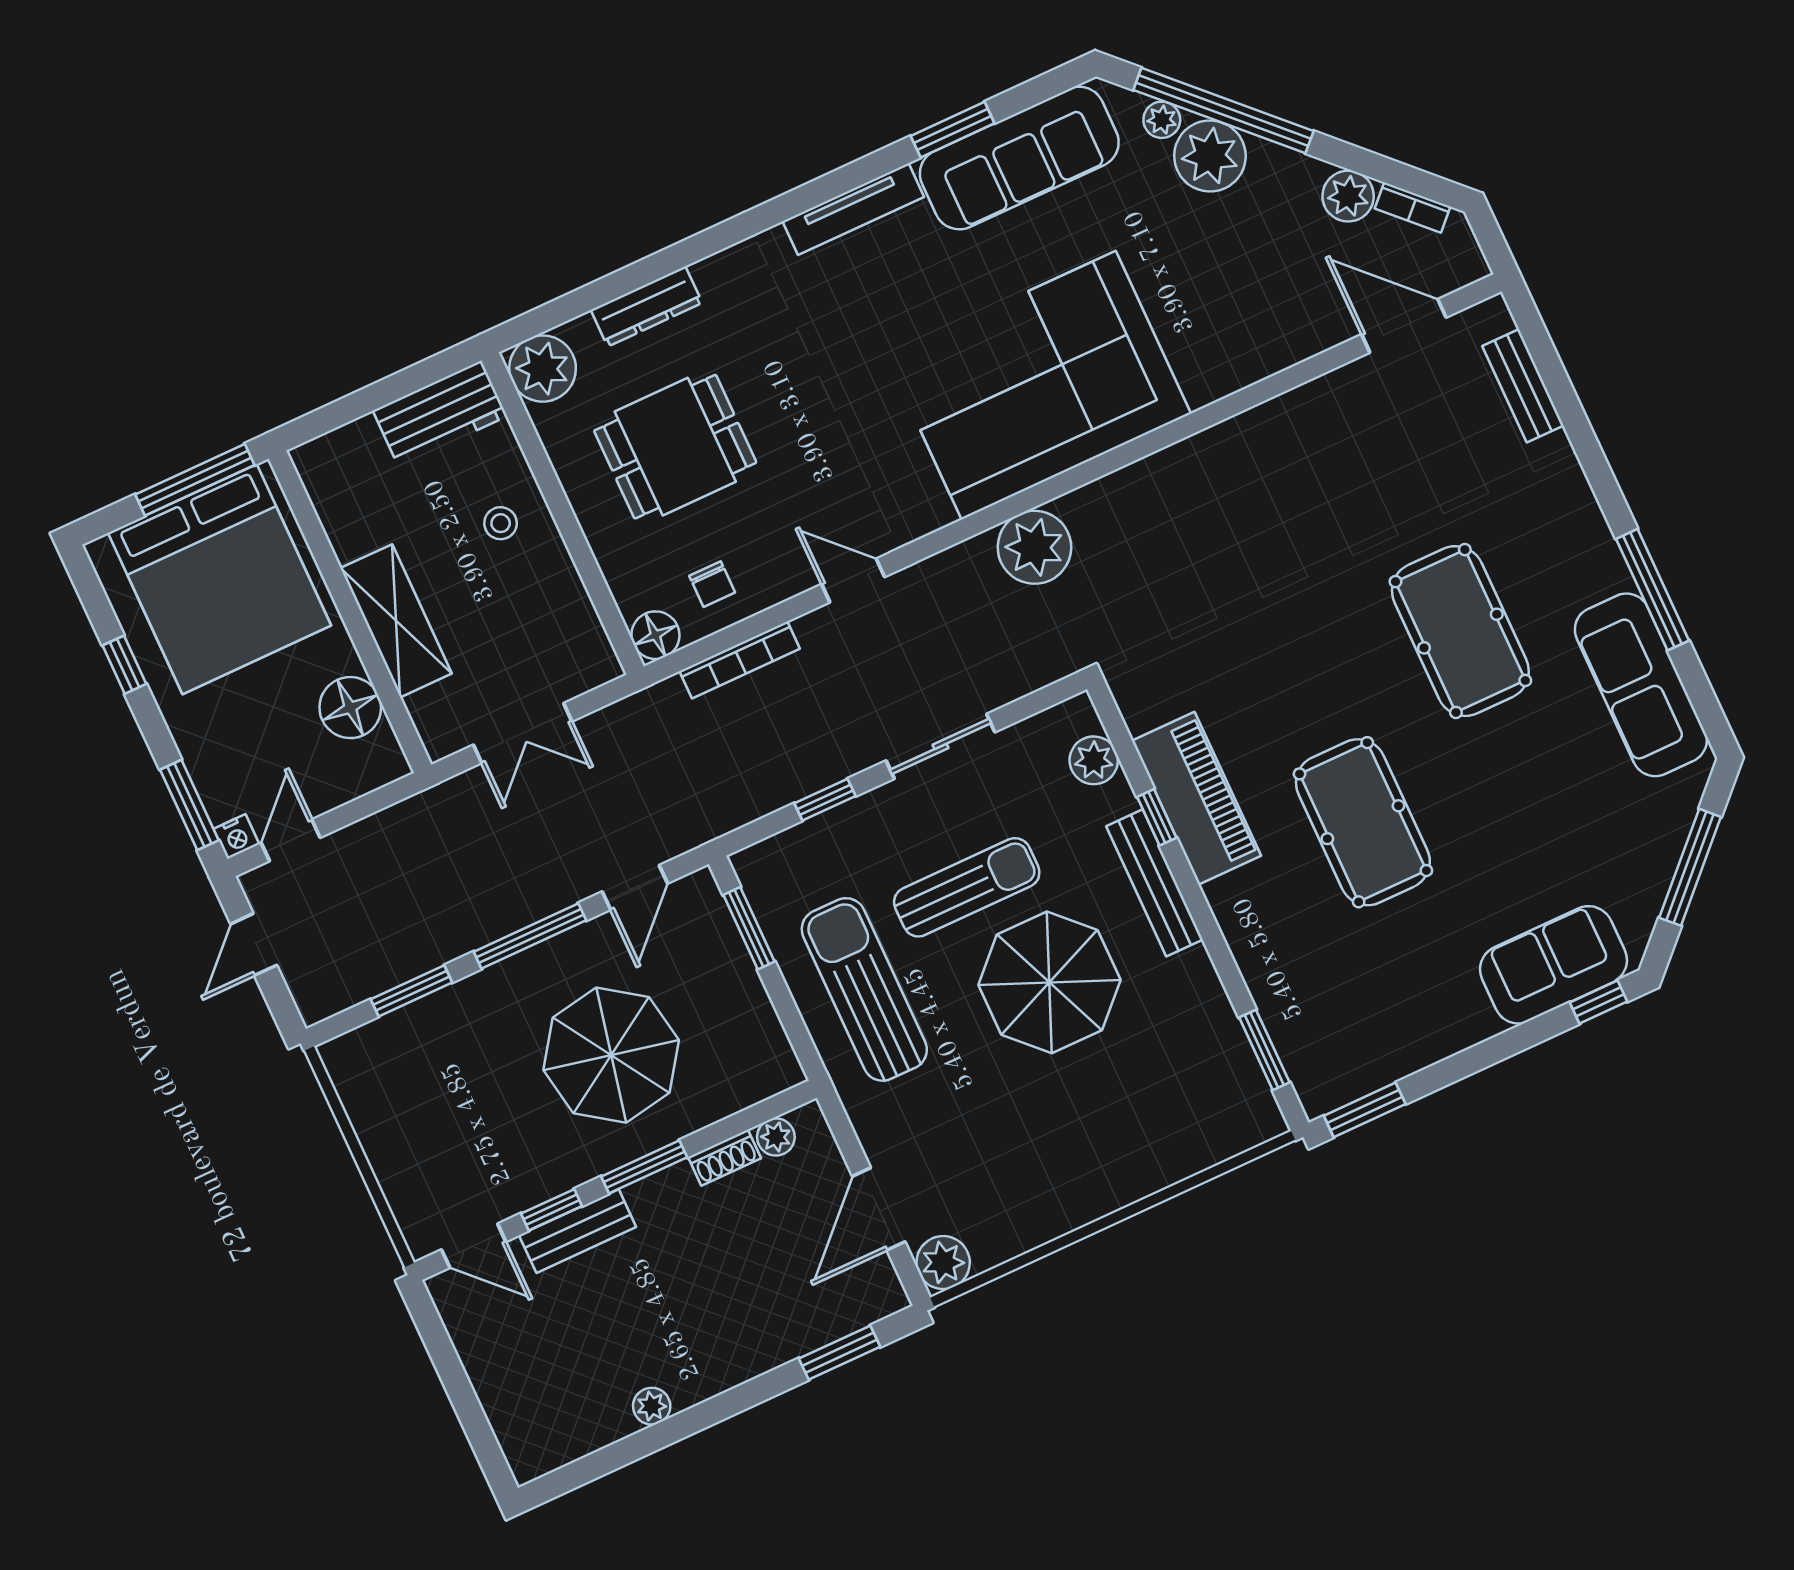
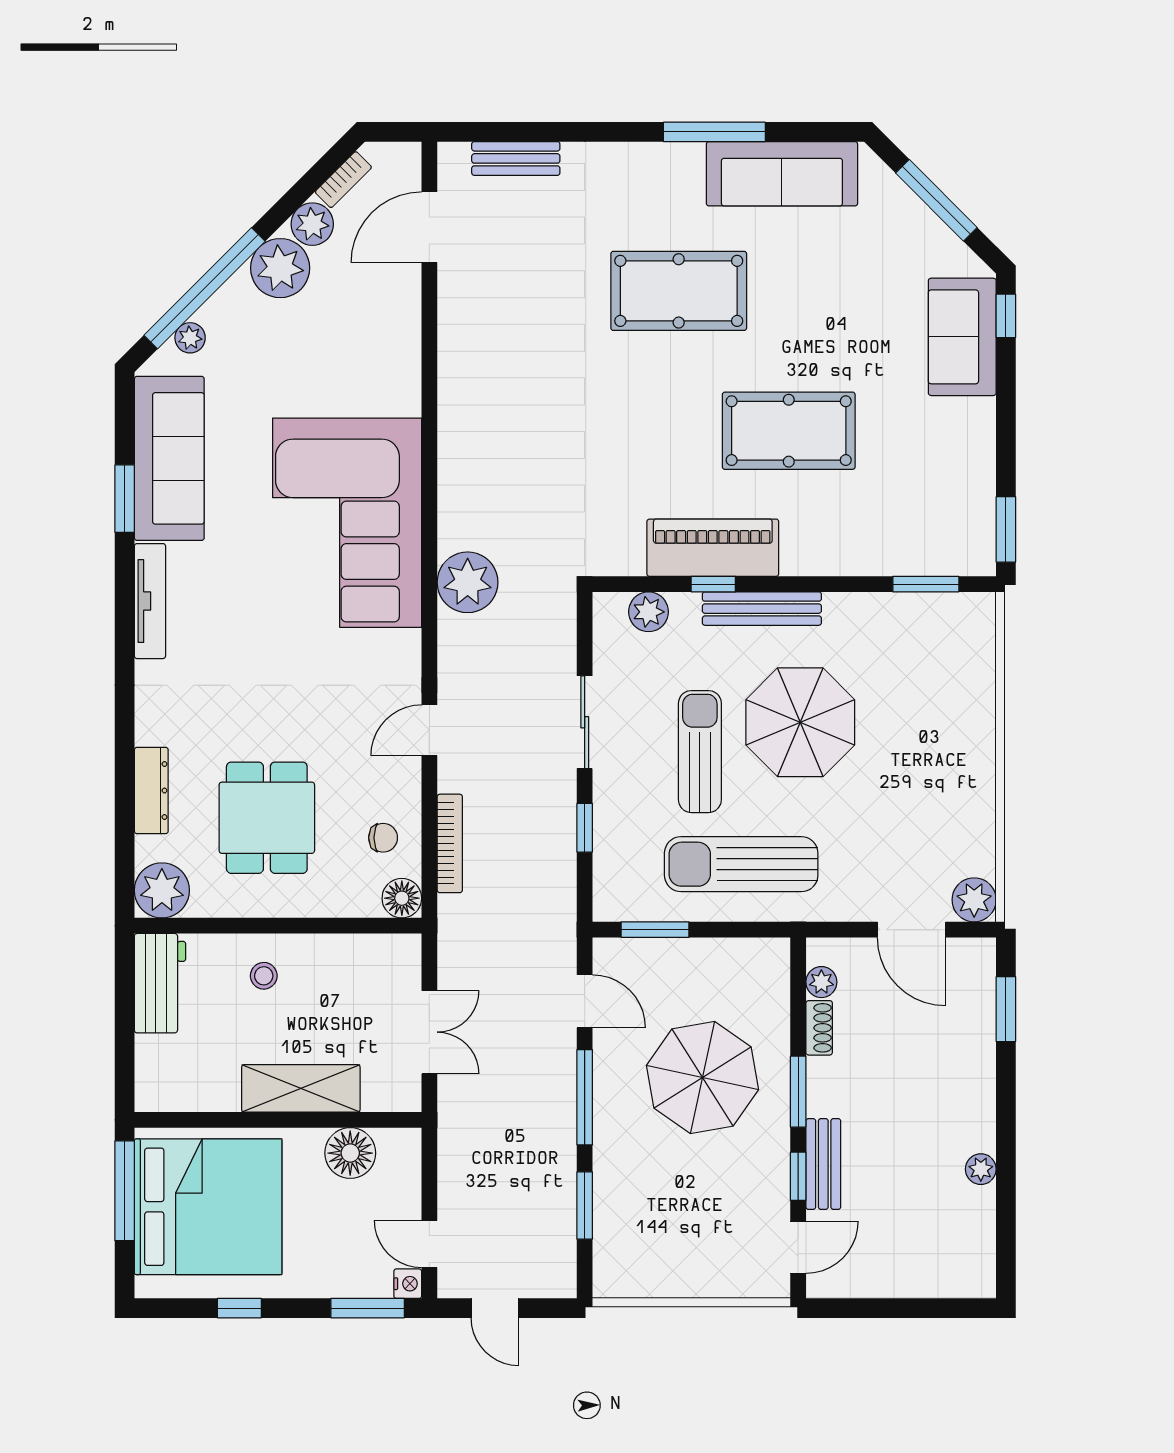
plant: (1210, 156) -> (280, 268), moved

